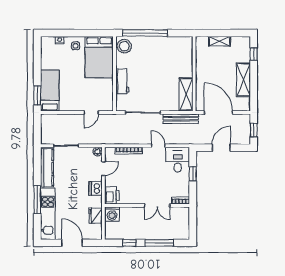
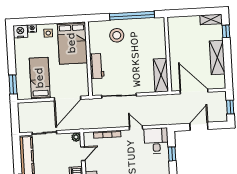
window: (145, 33) -> (132, 16), moved
shelving: (220, 41) -> (211, 19), moved
nightstand: (48, 43) -> (20, 32), added
stool: (124, 46) -> (117, 35), moved
bed: (50, 91) -> (40, 78), moved
door: (91, 112) -> (68, 99), width x1.88
bench: (181, 119) -> (157, 100), removed

